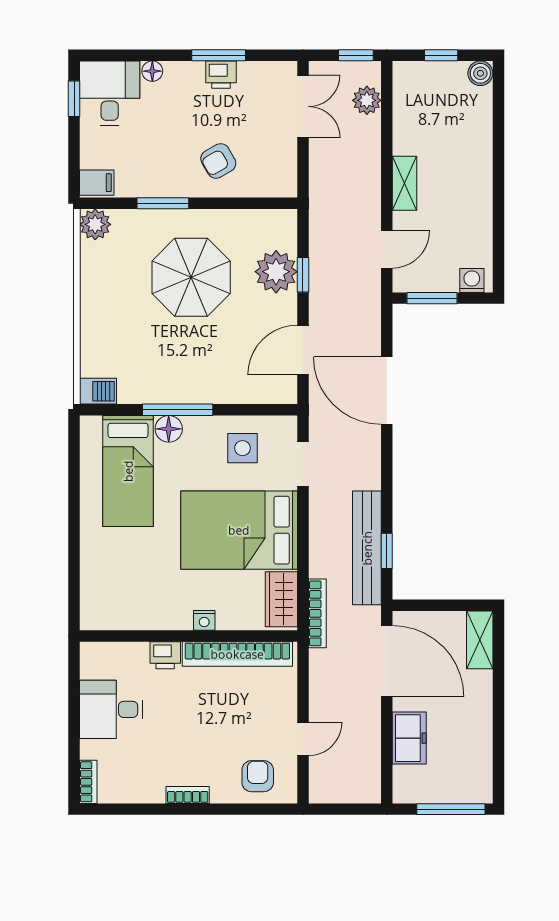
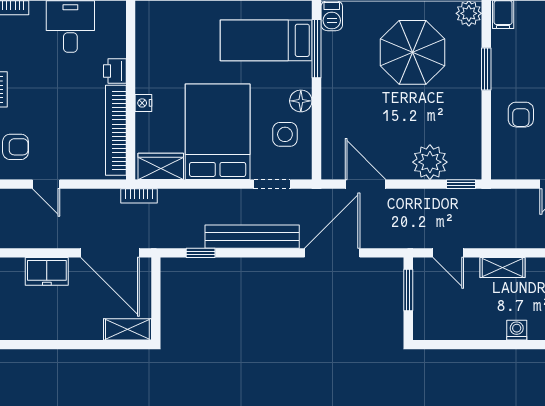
armchair: (218, 161) -> (521, 115), turned -150
window: (303, 275) -> (461, 184), moved
parasol: (191, 277) -> (412, 52), moved
washing machine: (472, 280) -> (517, 330), moved, turned -90
window: (178, 410) -> (316, 49), moved
floor lamp: (169, 429) -> (301, 101), moved
bench: (367, 548) -> (252, 237), moved
bookcase: (317, 613) -> (139, 196), width x0.64
door: (387, 661) -> (110, 253), hinge flipped

